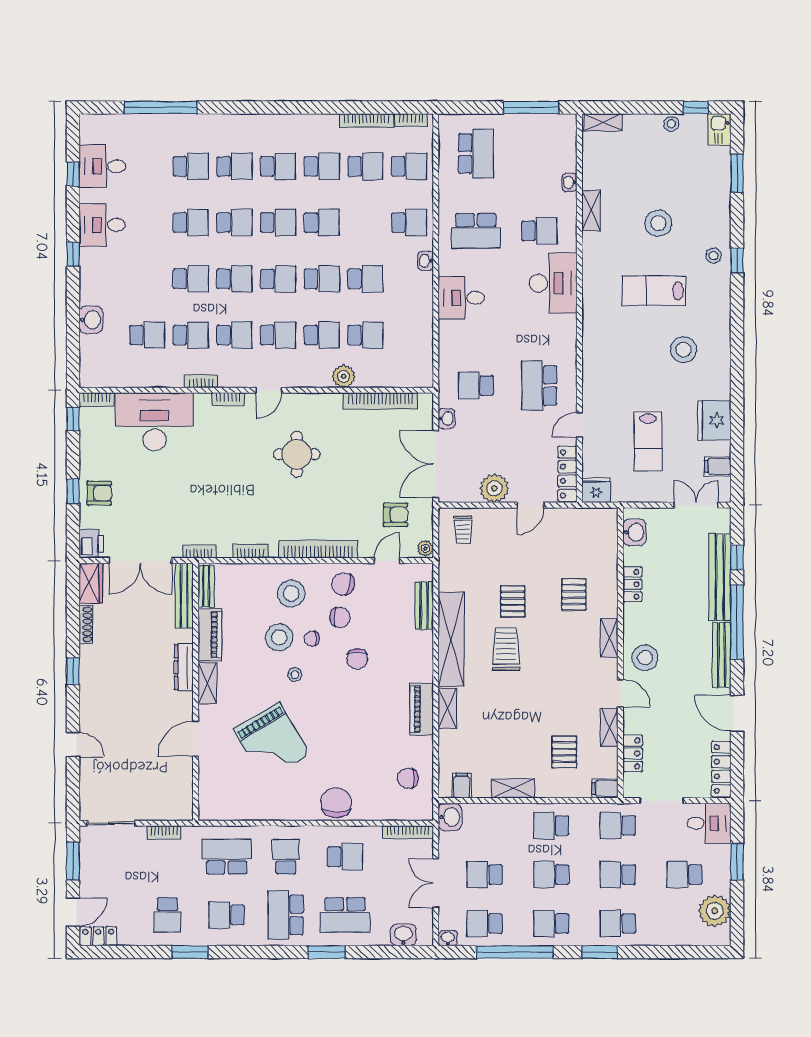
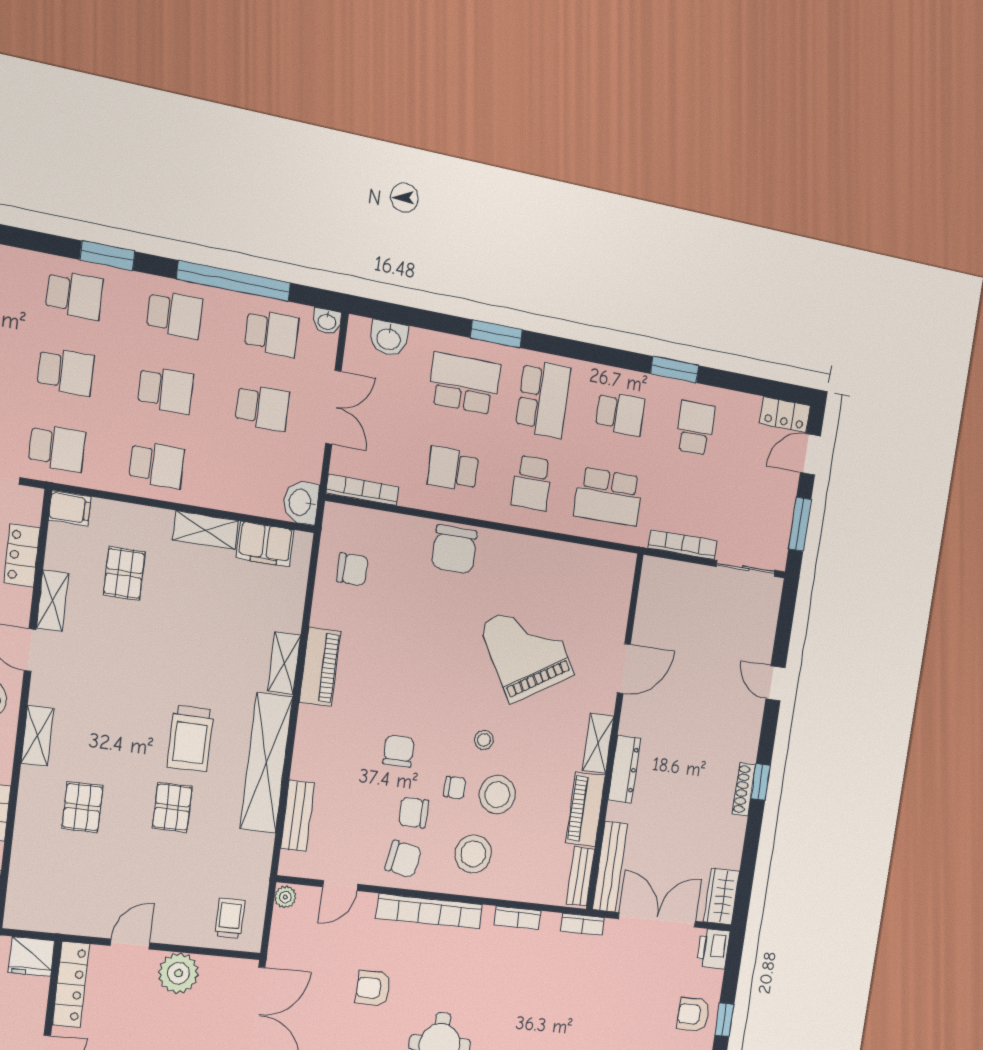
armchair: (396, 515) -> (373, 988), moved
shoe rack: (86, 624) -> (744, 789), moved
filing cabinet: (462, 786) -> (265, 544), width x2.00
bookcase: (164, 832) -> (683, 545), width x1.56

